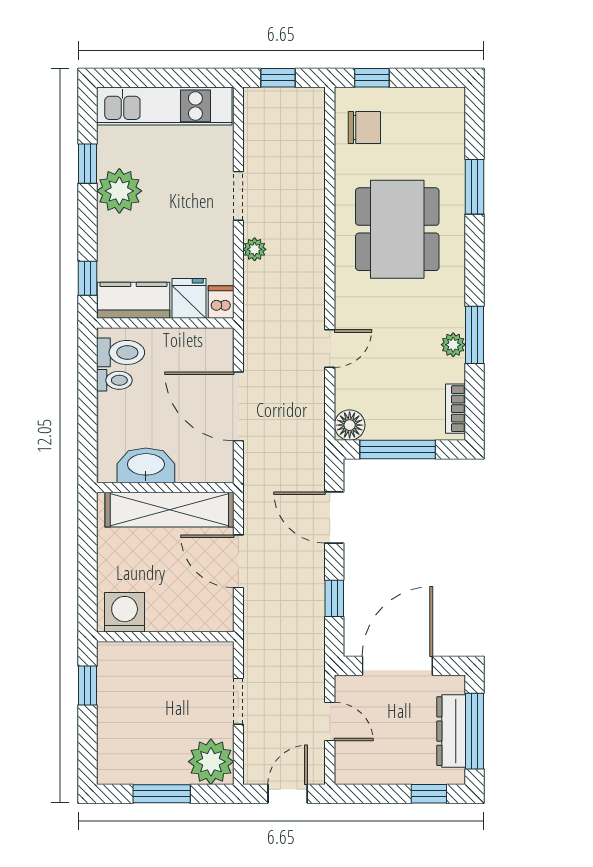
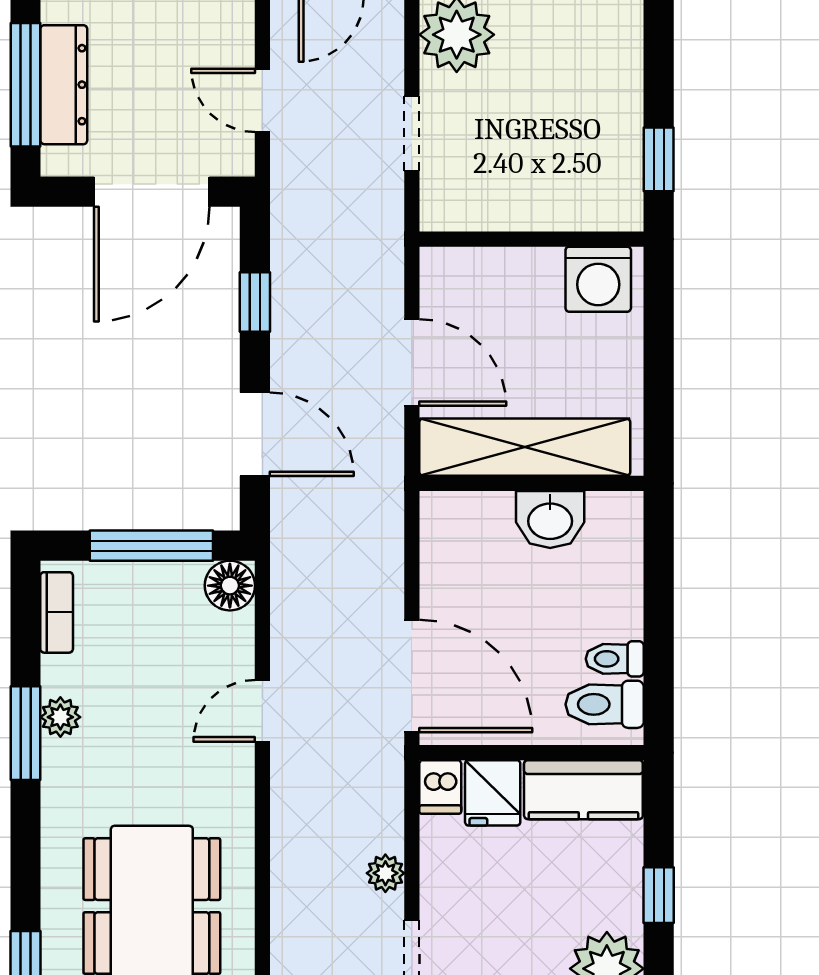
window: (88, 278) -> (659, 895), moved
door: (238, 406) -> (412, 676), moved
washbasin: (146, 465) -> (550, 520), width x0.72

